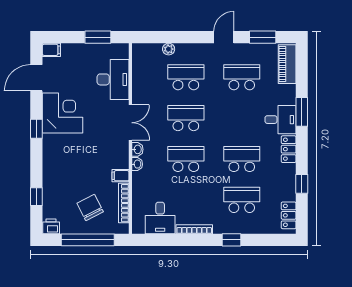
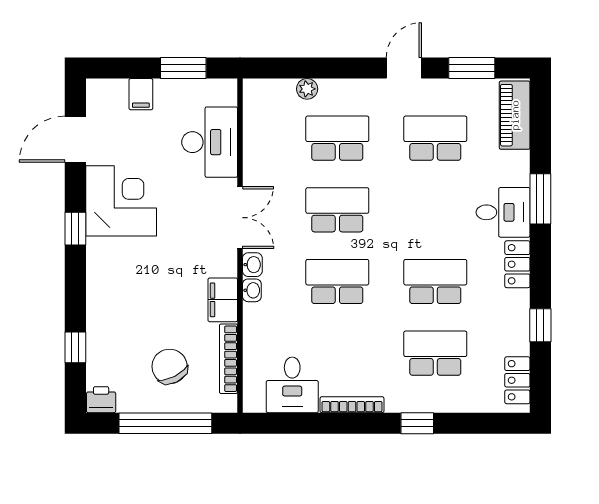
filing cabinet: (51, 50) -> (141, 94), moved, turned 90
filing cabinet: (120, 176) -> (223, 300), width x2.00

